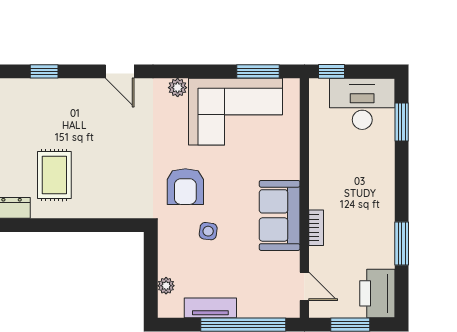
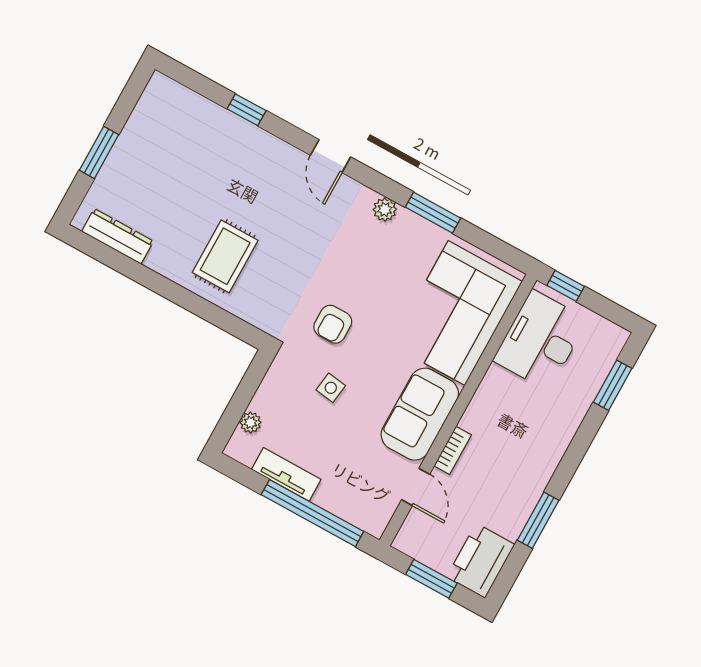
window: (258, 71) -> (433, 213), moved
desk: (362, 104) -> (540, 340), moved, turned -90
corner sofa: (236, 112) -> (457, 313), moved, turned 90
rug: (54, 175) -> (225, 256), moved
armchair: (185, 187) -> (333, 324), width x0.72, depth x0.72
door: (304, 286) -> (416, 487), moved

